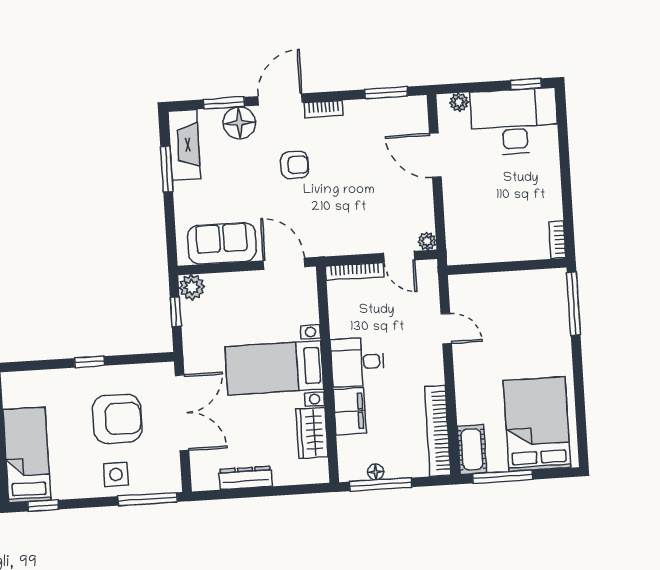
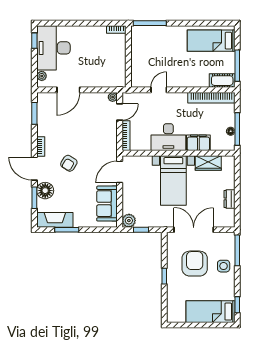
armchair: (295, 165) -> (69, 163), turned -148
desk: (357, 362) -> (168, 137), width x1.37
bed: (537, 424) -> (211, 41), width x0.67
dresser: (245, 478) -> (229, 199), width x0.70

